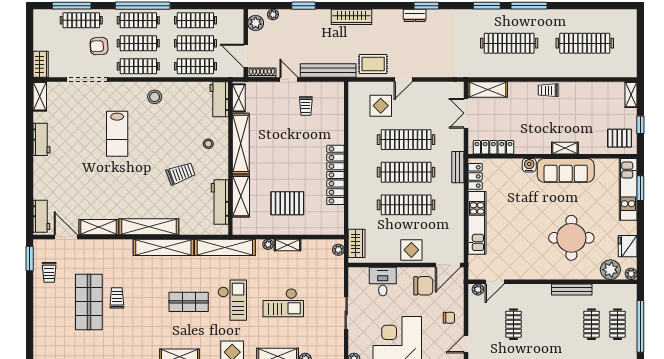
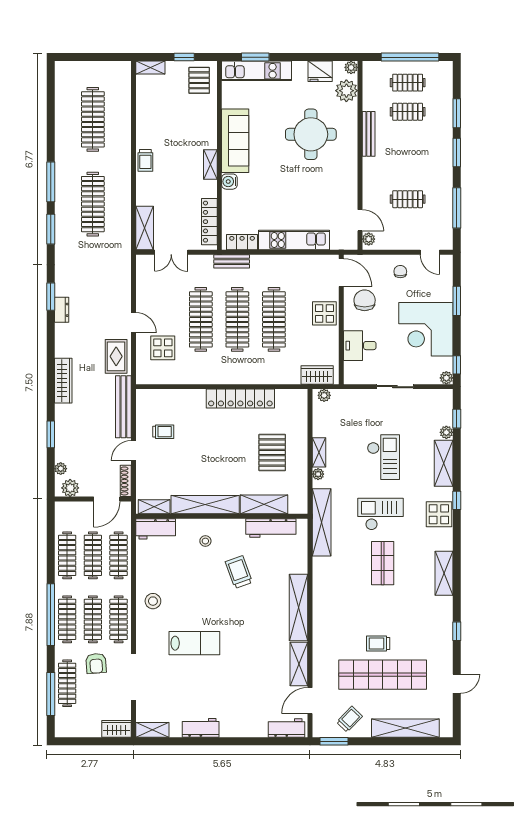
shelving: (565, 148) -> (210, 164), moved
shelving: (163, 247) -> (405, 728), moved, turned 90
trolley: (49, 272) -> (349, 719), turned -46
shop shelf: (89, 302) -> (383, 675), width x1.40

